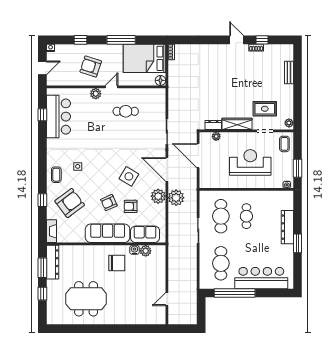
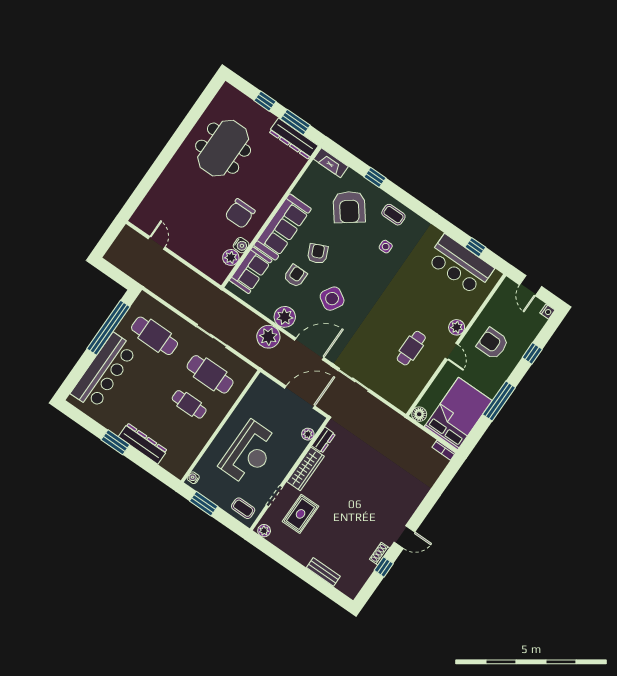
armchair: (91, 66) -> (493, 344), turned -108

